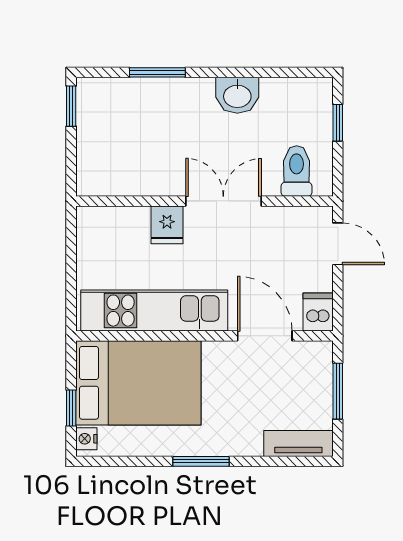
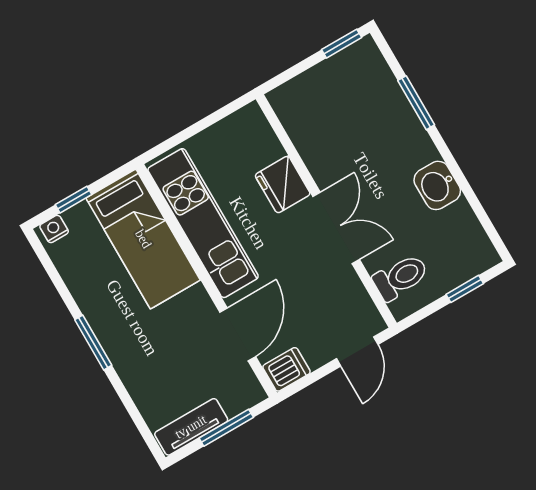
fridge: (167, 225) -> (283, 185), width x1.38
bed: (138, 383) -> (143, 239), width x0.67
tv unit: (298, 443) -> (191, 427), moved, turned -90

